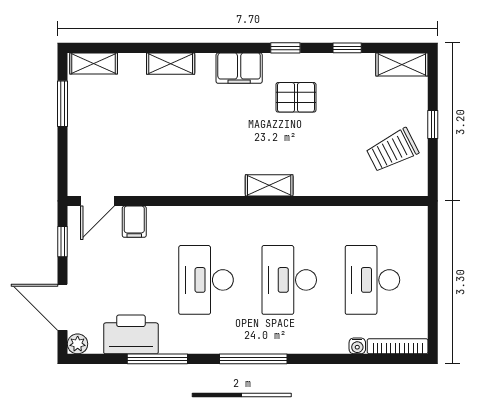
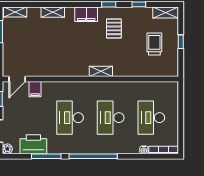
pallet: (296, 97) -> (114, 28), turned 90
trolley: (392, 150) -> (154, 44), moved, turned 117
window: (253, 359) -> (93, 156), width x1.46

